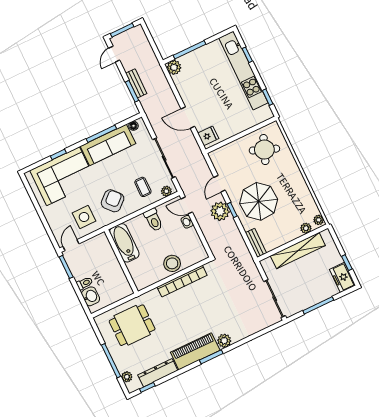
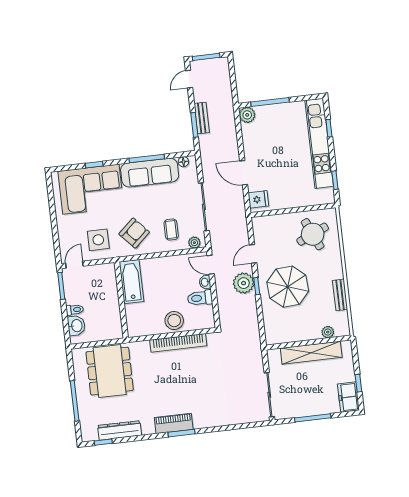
round table: (264, 150) -> (313, 234), turned 45
toilet: (153, 220) -> (200, 298), moved, turned 90
plant: (319, 220) -> (344, 328), removed
bench: (256, 243) -> (340, 295), moved
dining table: (132, 325) -> (110, 371), width x1.38
plant: (224, 341) -> (201, 421), removed
piano: (195, 351) -> (174, 423), width x0.73, depth x0.75
plant: (127, 377) -> (85, 423), removed

